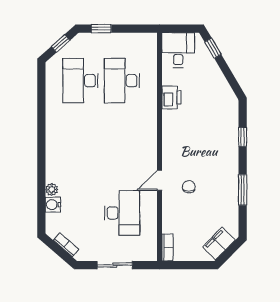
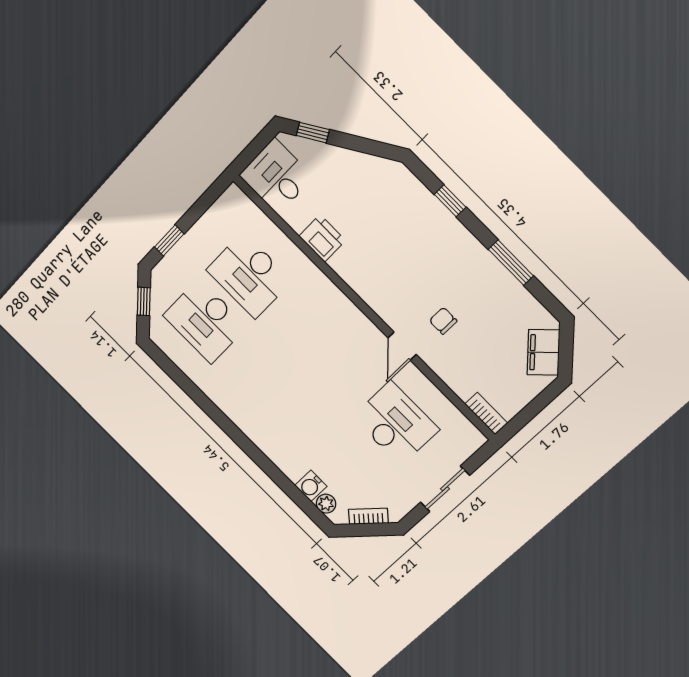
plant: (52, 189) -> (326, 504), moved

